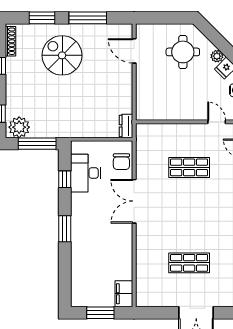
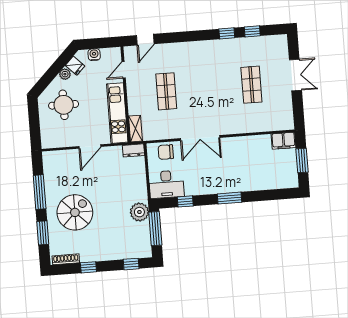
door: (134, 51) -> (90, 146), moved
spiral stairs: (62, 55) -> (75, 212), turned 180
kitchen unit: (169, 111) -> (117, 113), added
plant: (19, 127) -> (139, 212), moved
shelving: (150, 130) -> (135, 129), added
chair: (121, 162) -> (166, 152), turned 180
desk: (86, 173) -> (166, 184), moved

